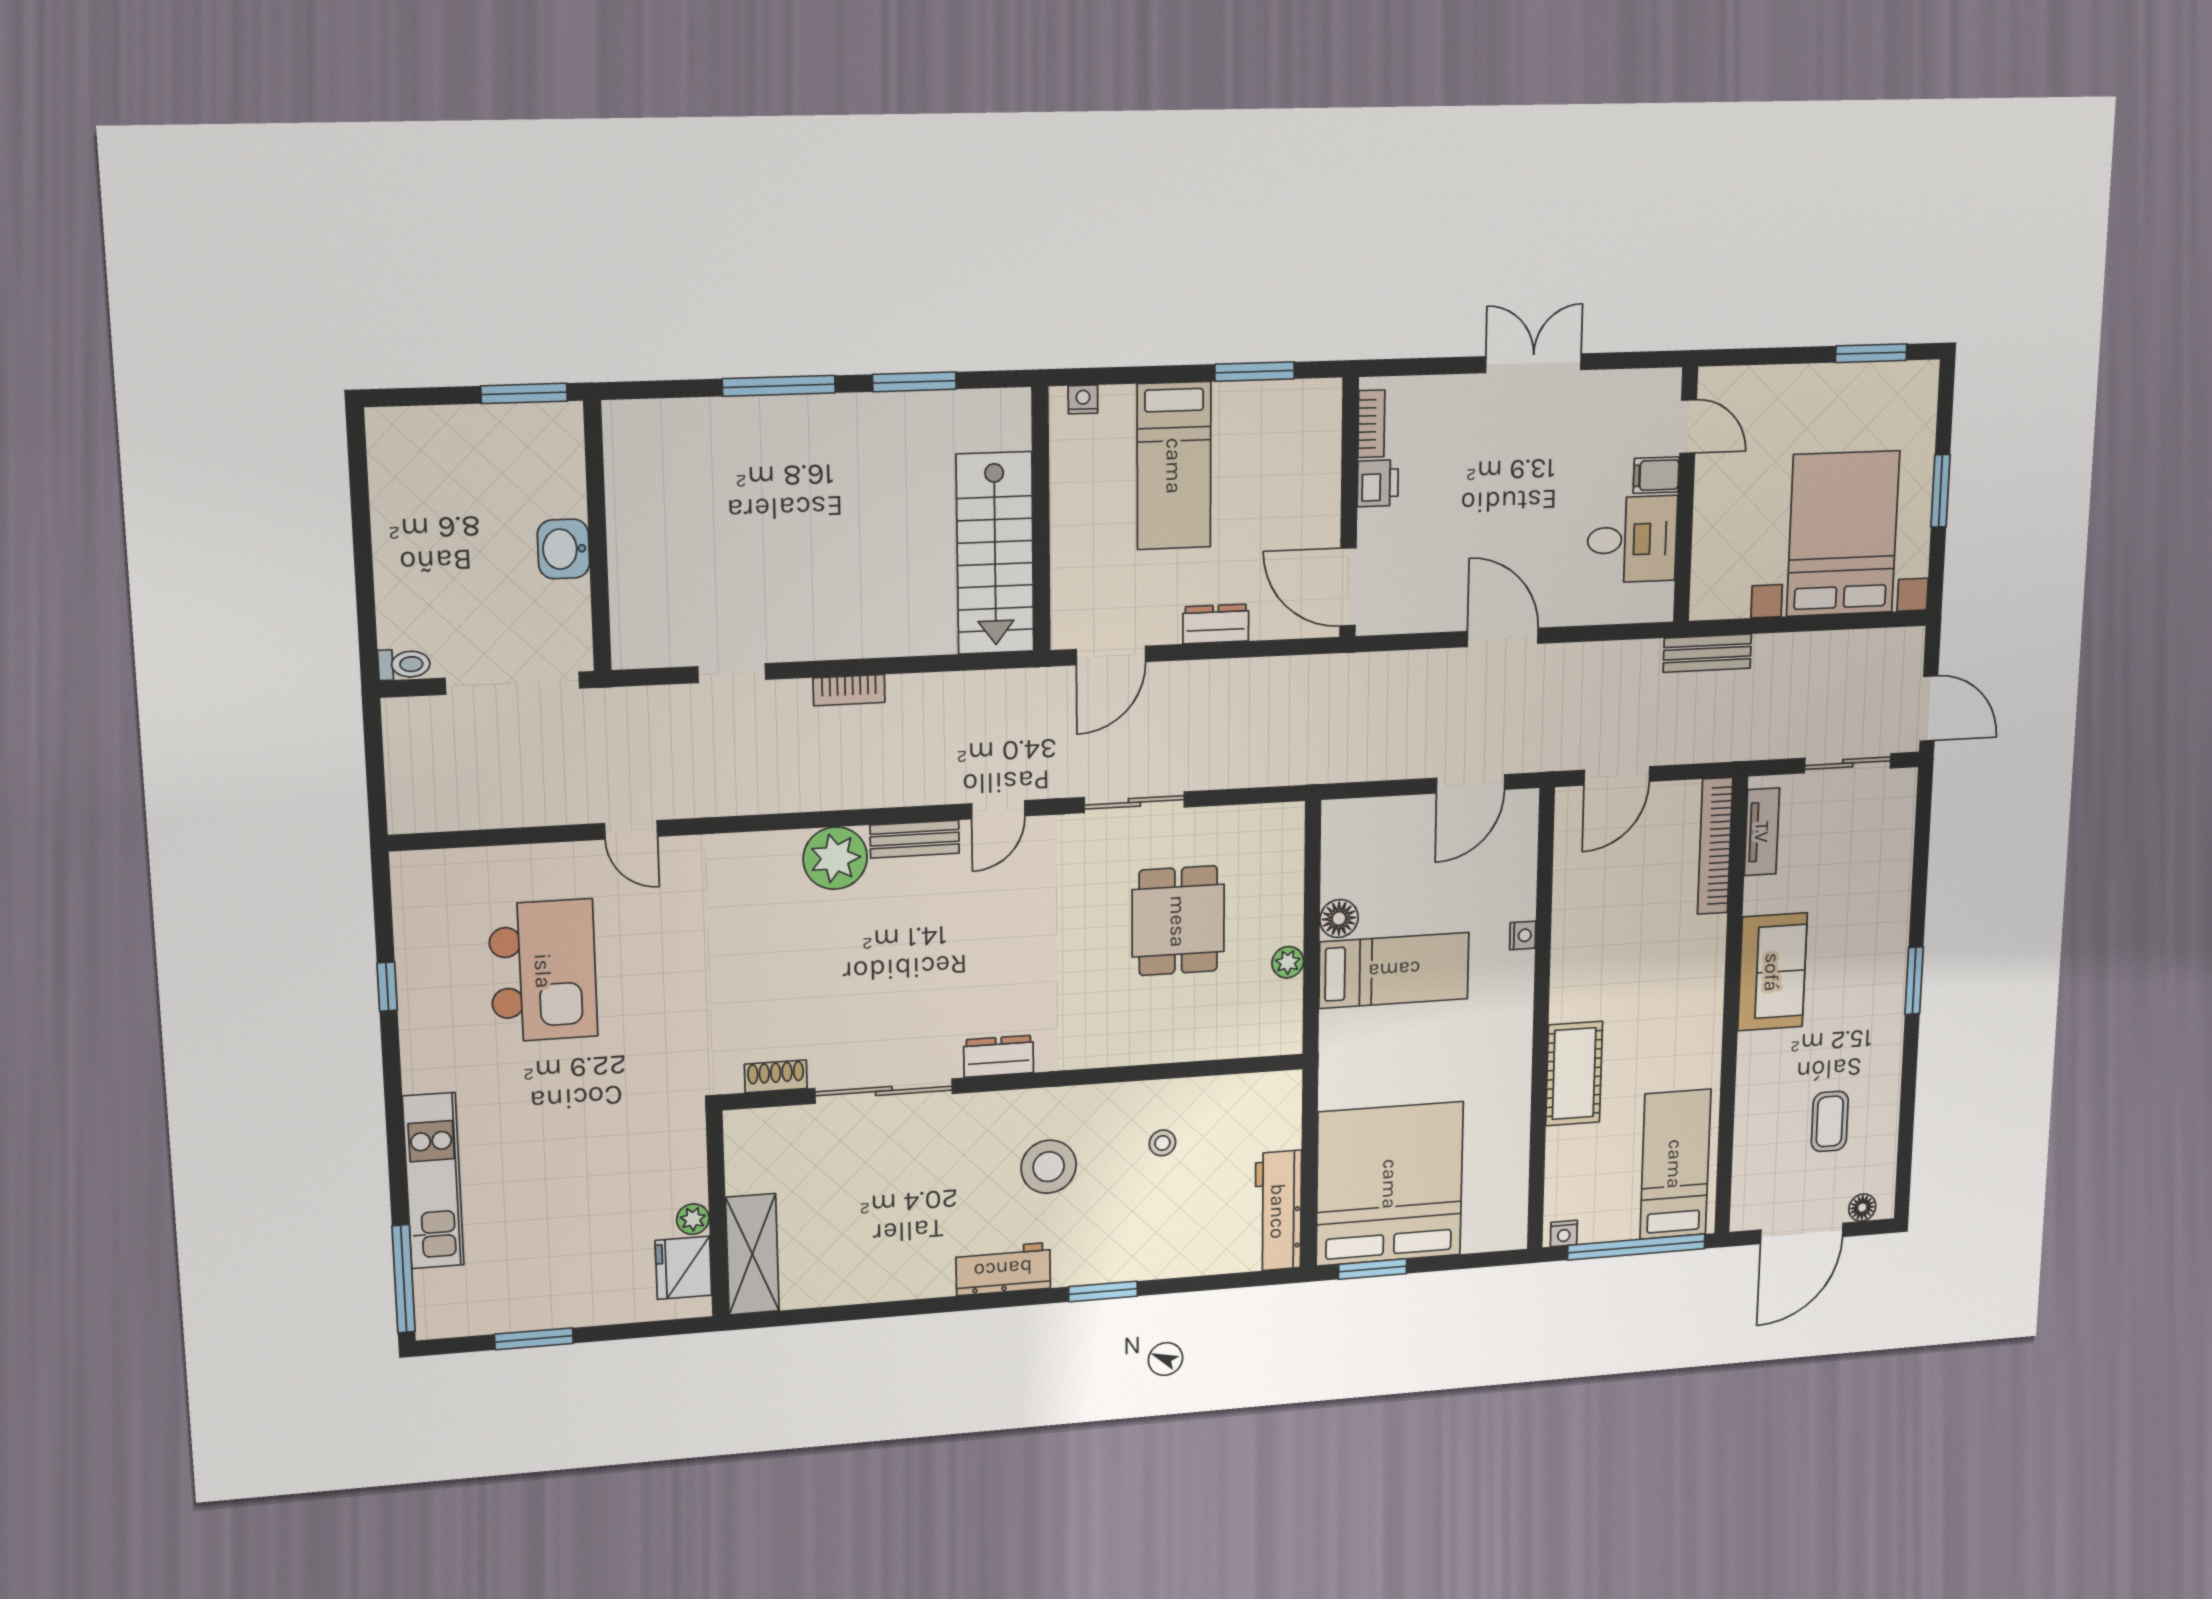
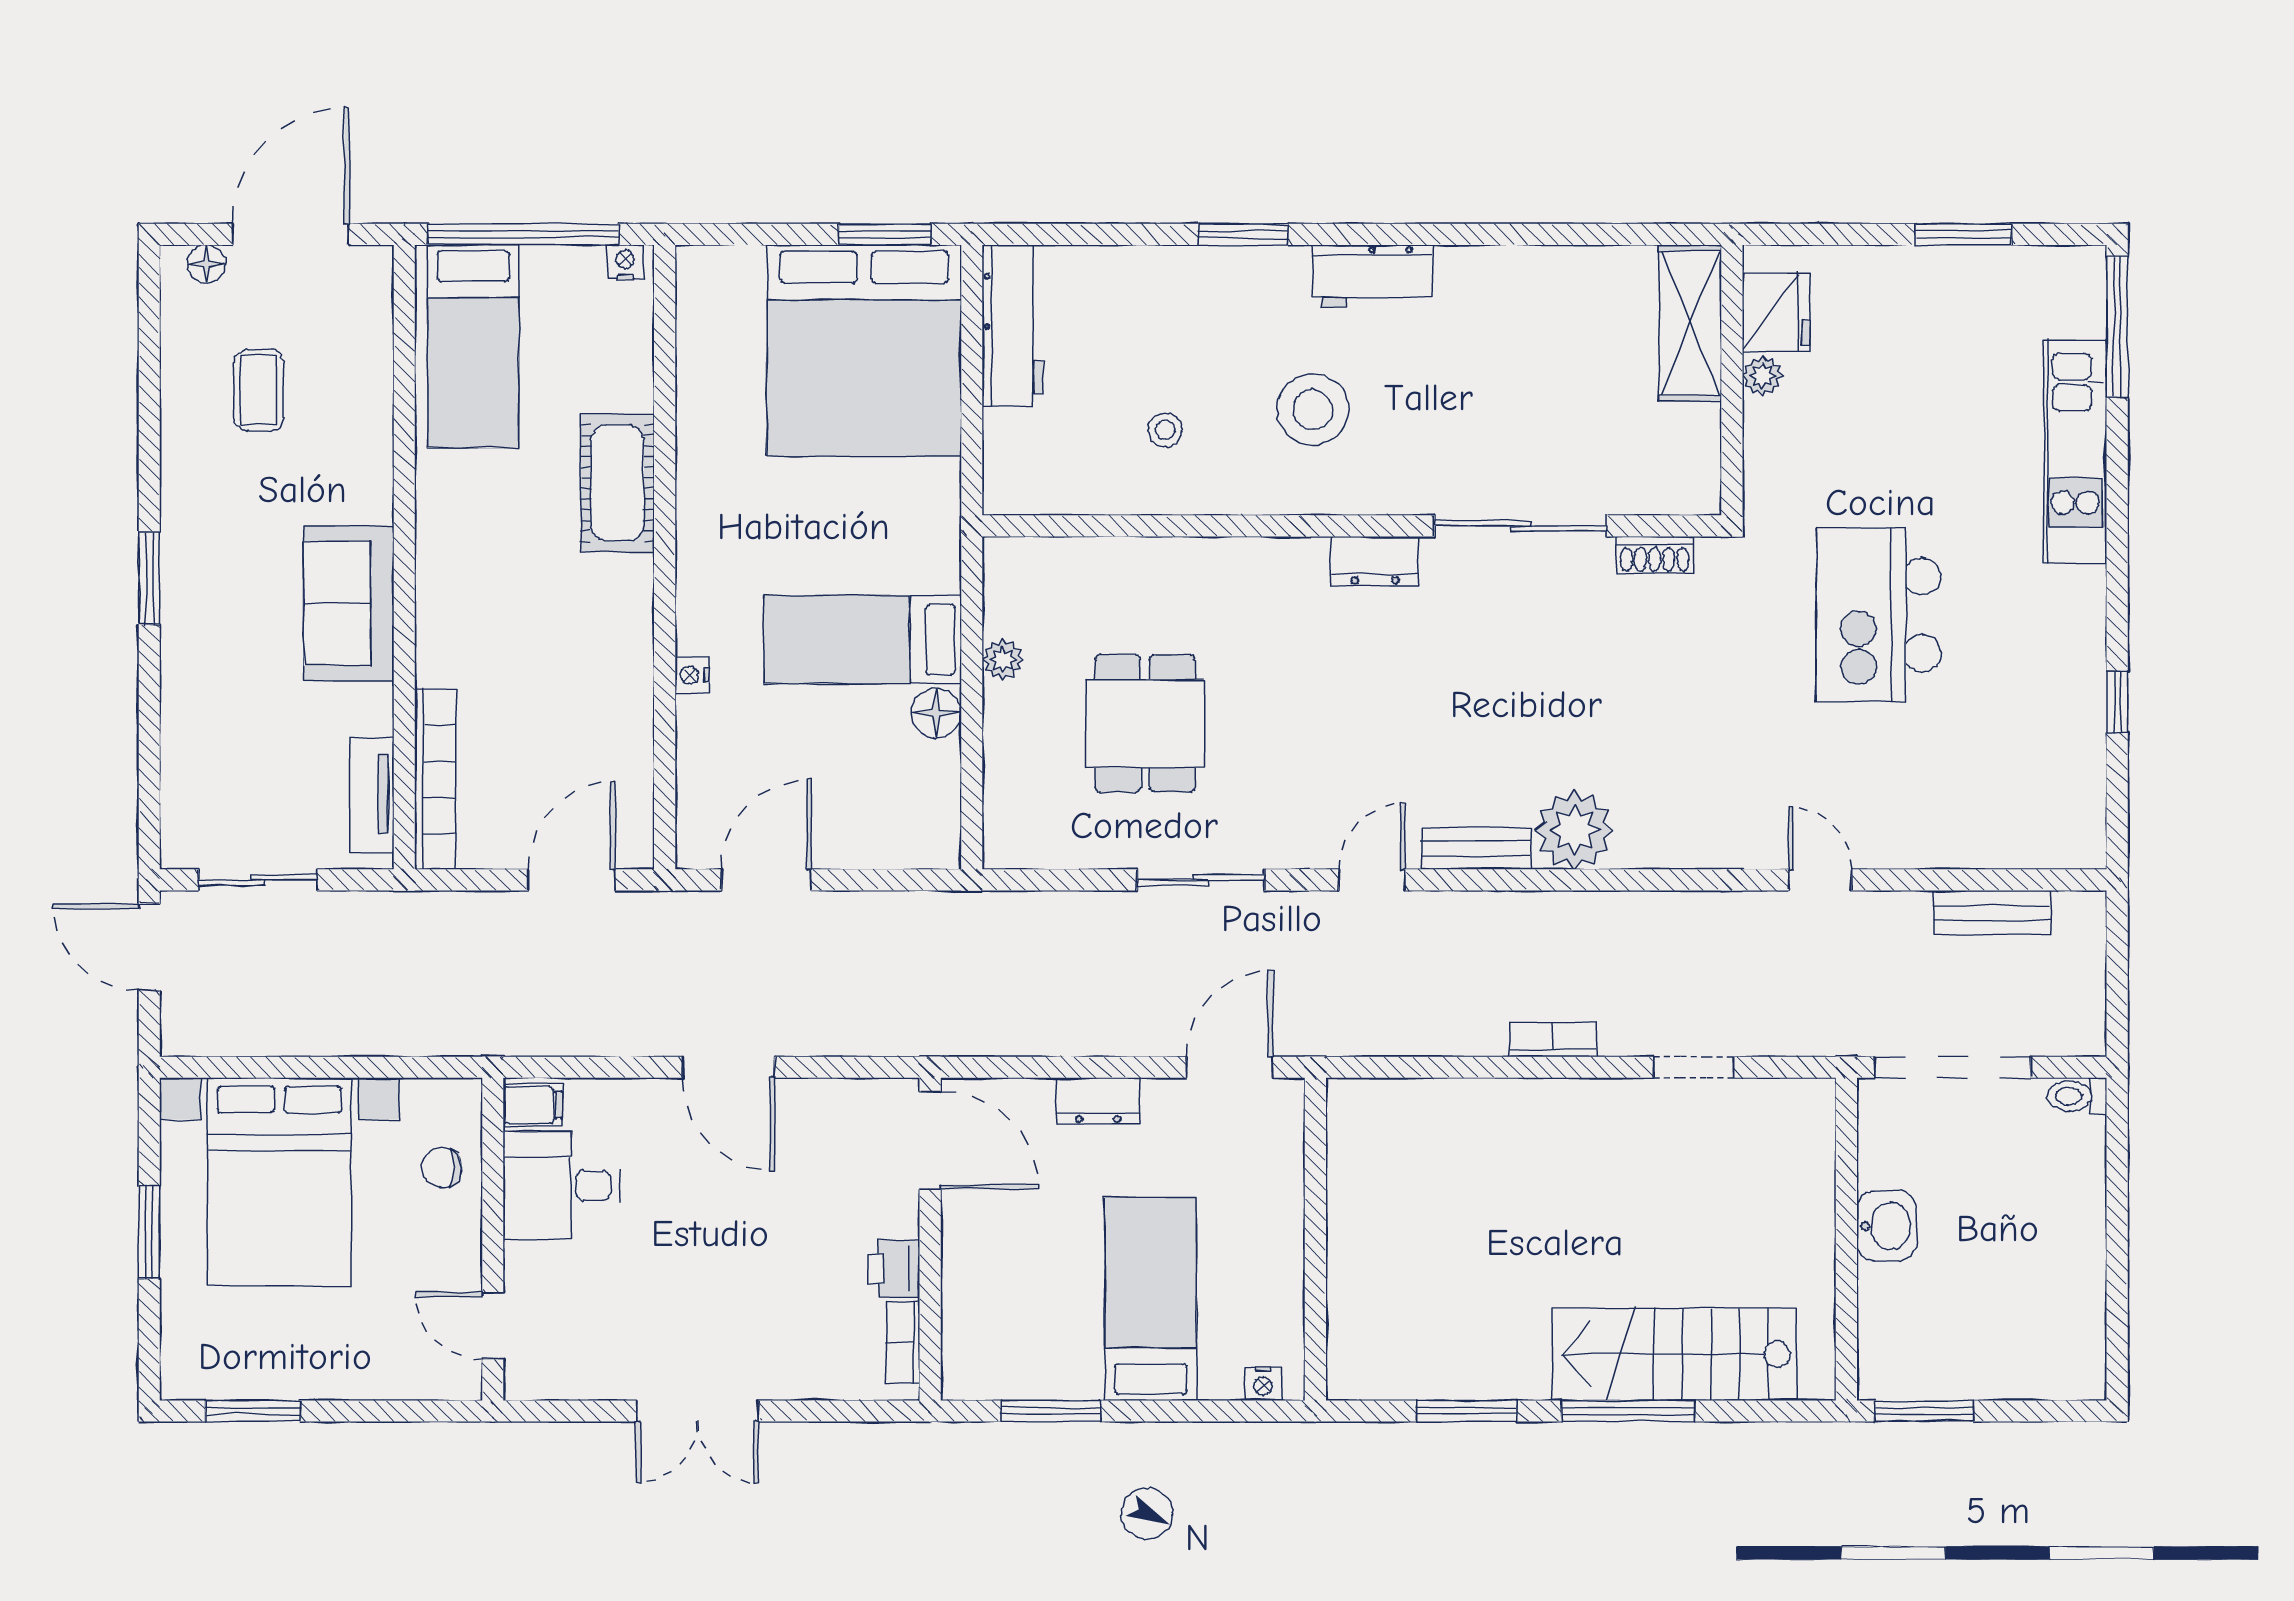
filing cabinet: (1656, 475) -> (533, 1105), moved
chair: (1722, 550) -> (442, 1167), added
stairs: (995, 553) -> (1674, 1354), moved, turned -90
bench: (1707, 653) -> (1992, 913), moved
kitchen island: (543, 971) -> (1879, 615), moved

